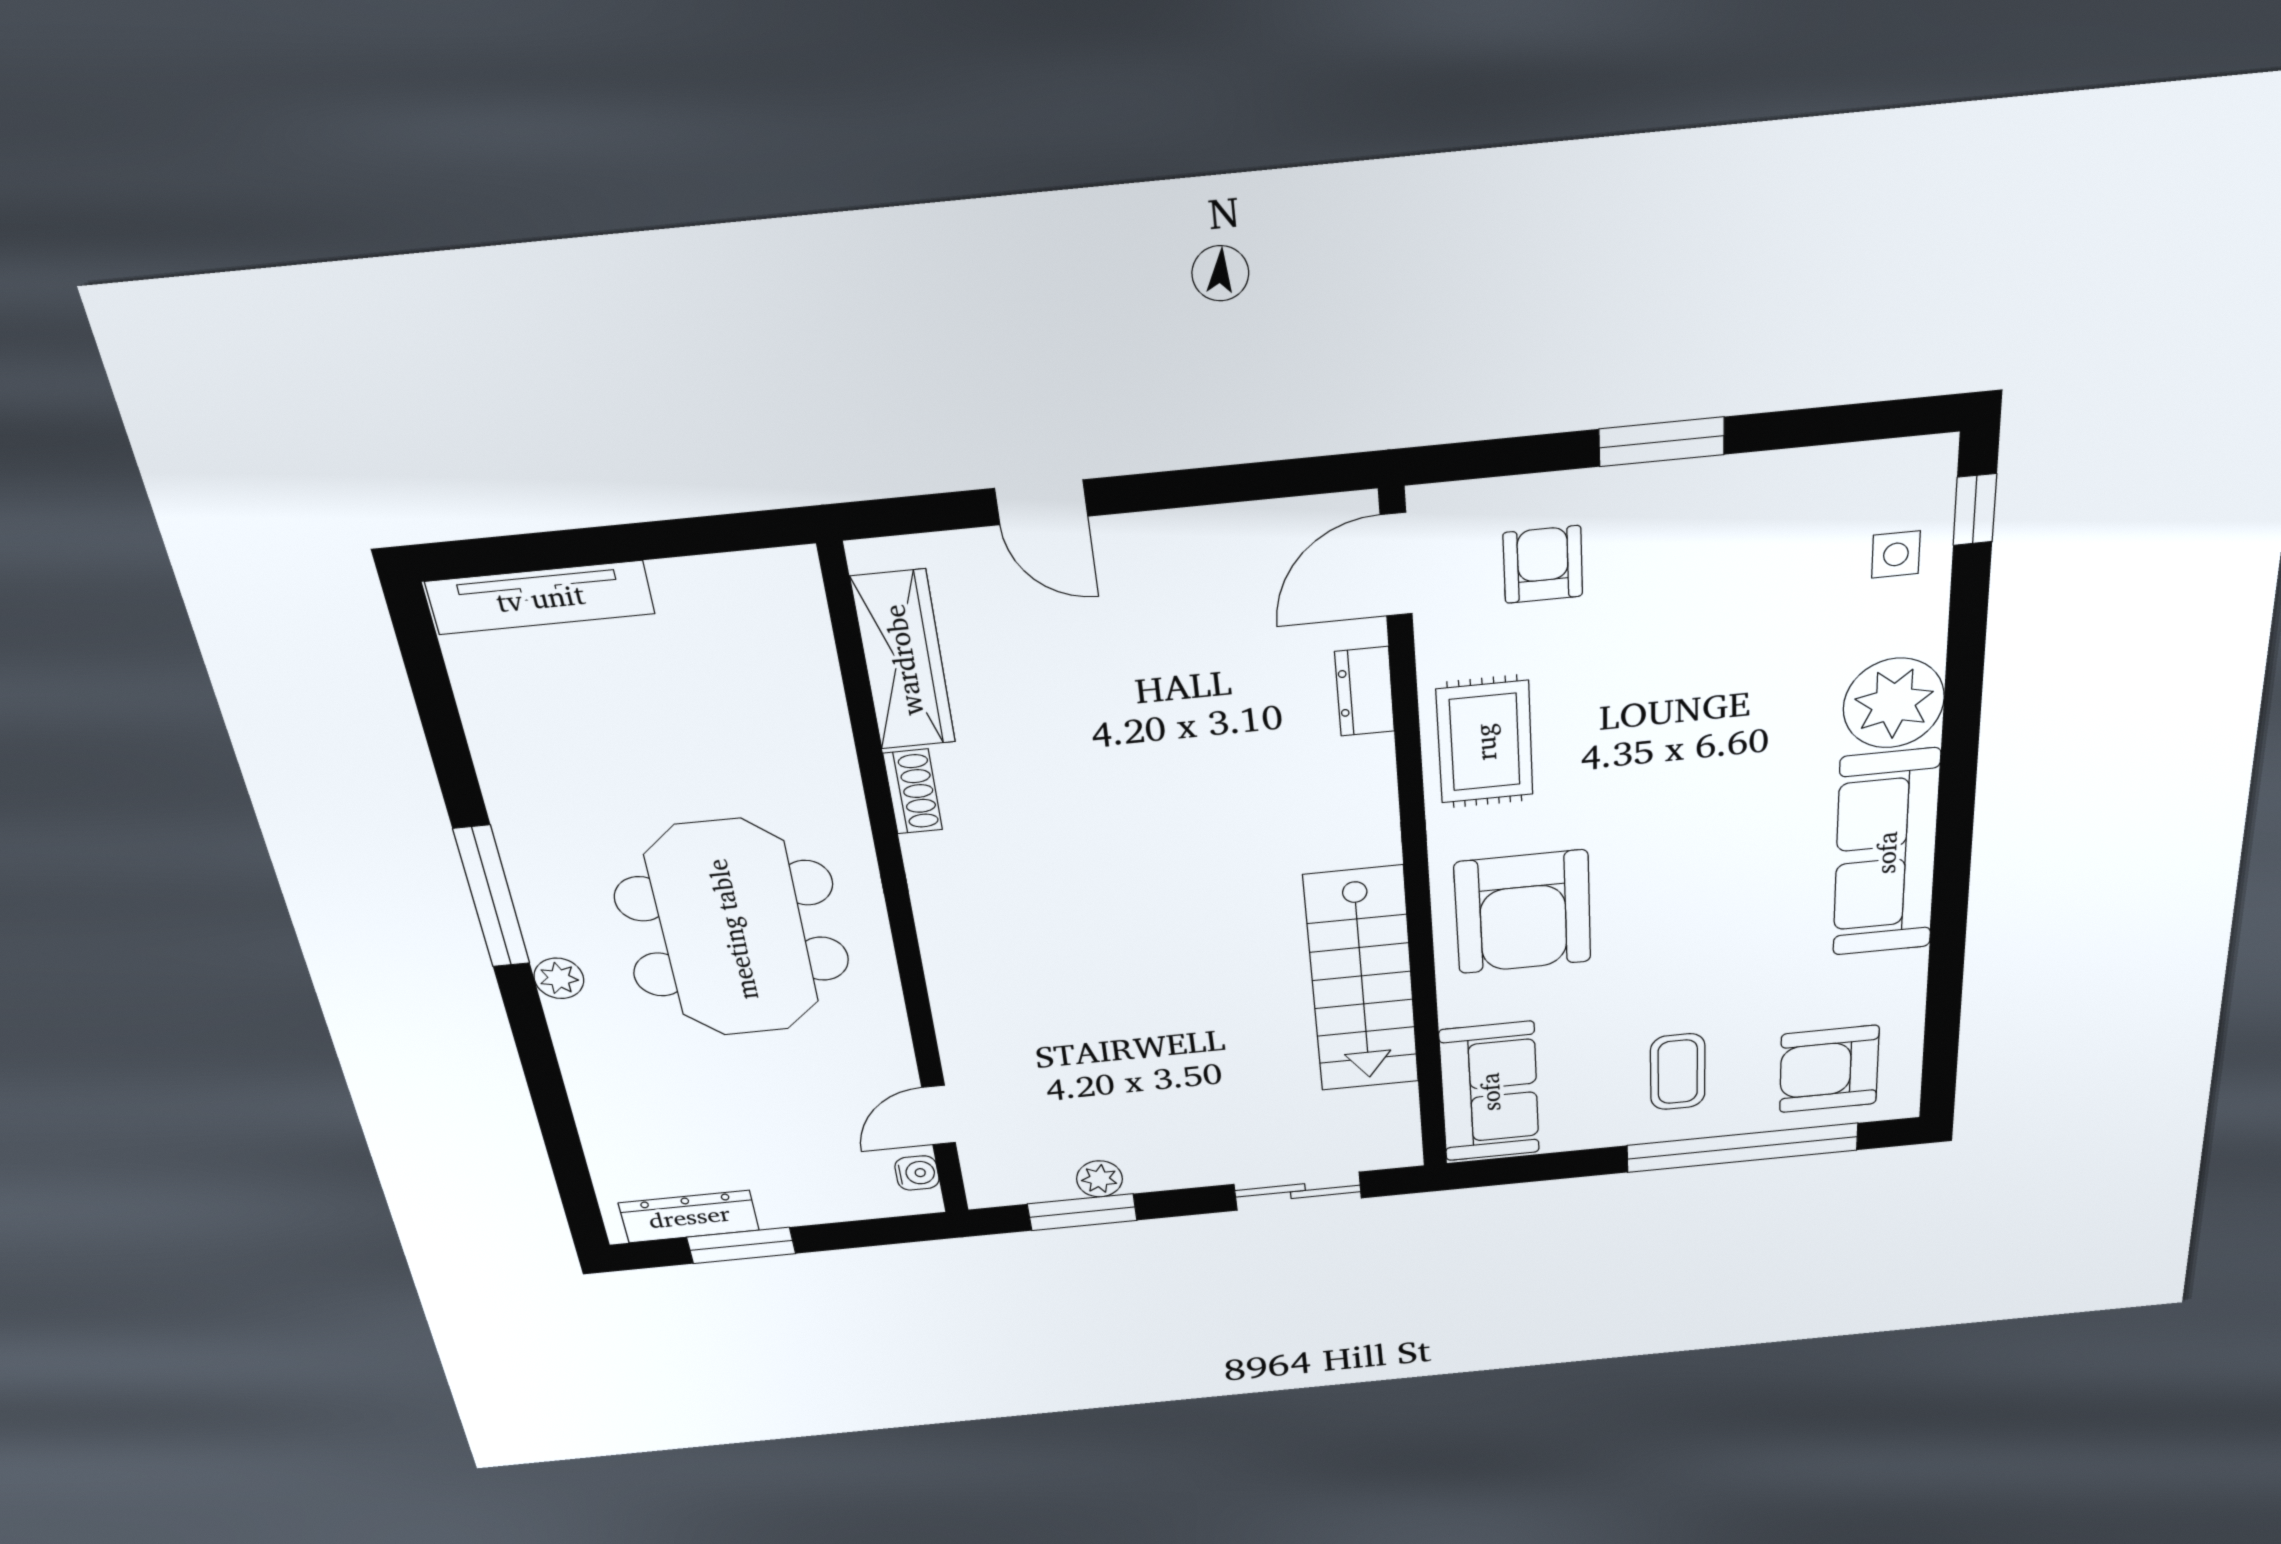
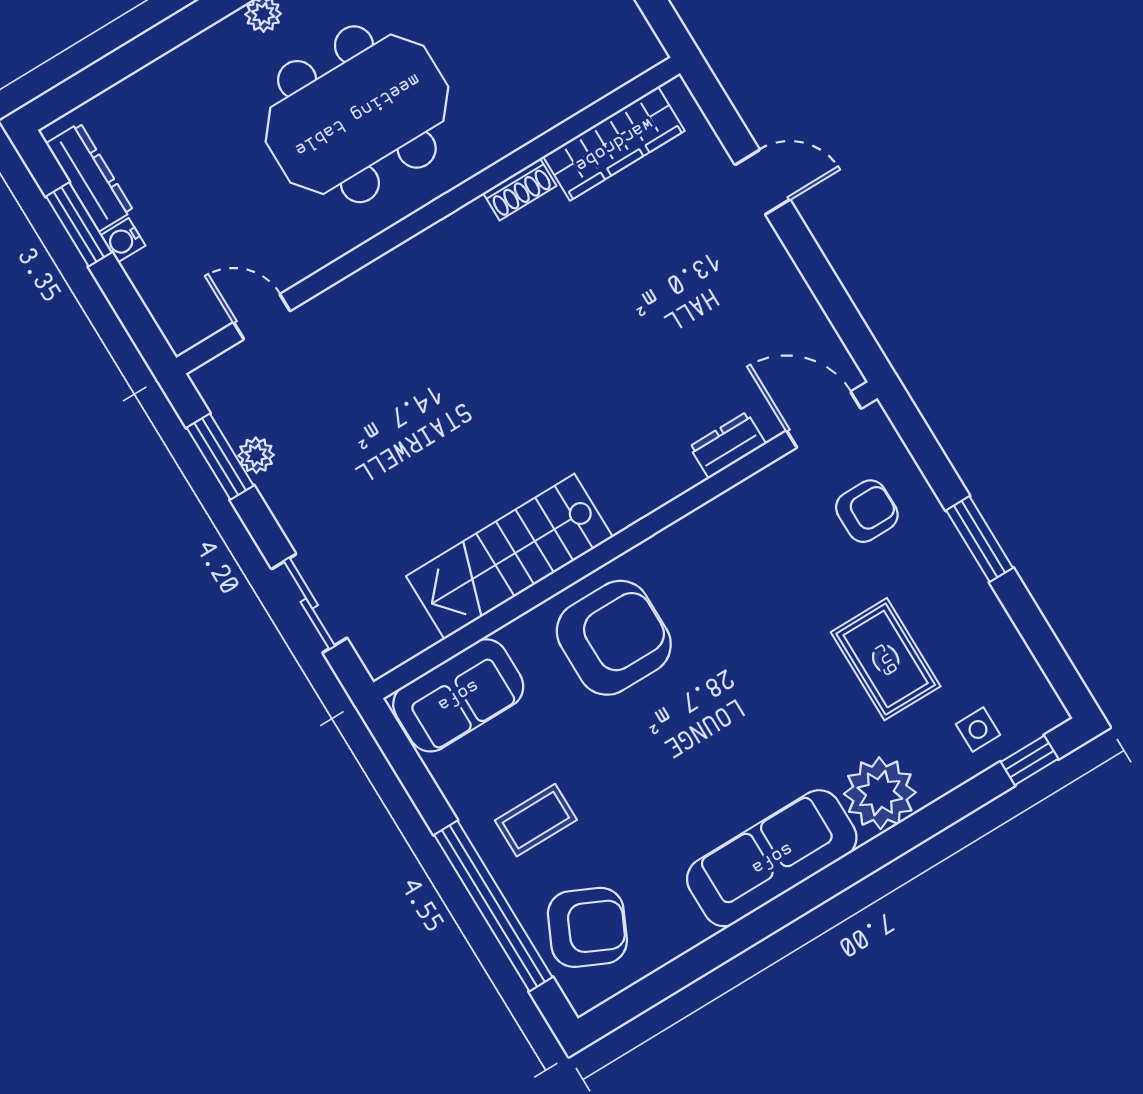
door: (1041, 502) -> (762, 182), swing flipped
rug: (1485, 742) -> (886, 659), moved, turned 90
armchair: (1523, 912) -> (614, 638), turned 180
armchair: (1829, 1069) -> (587, 927), turned 115
water cooler: (917, 1173) -> (123, 240), moved, turned 90

